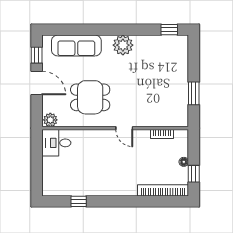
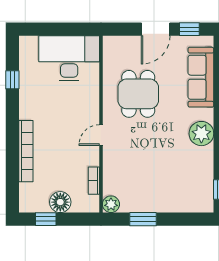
plant: (50, 120) -> (111, 204), moved
desk: (56, 143) -> (69, 58), width x1.87, depth x1.30
floor lamp: (184, 162) -> (60, 202), width x1.89, depth x1.89
bookcase: (163, 190) -> (26, 151), moved

